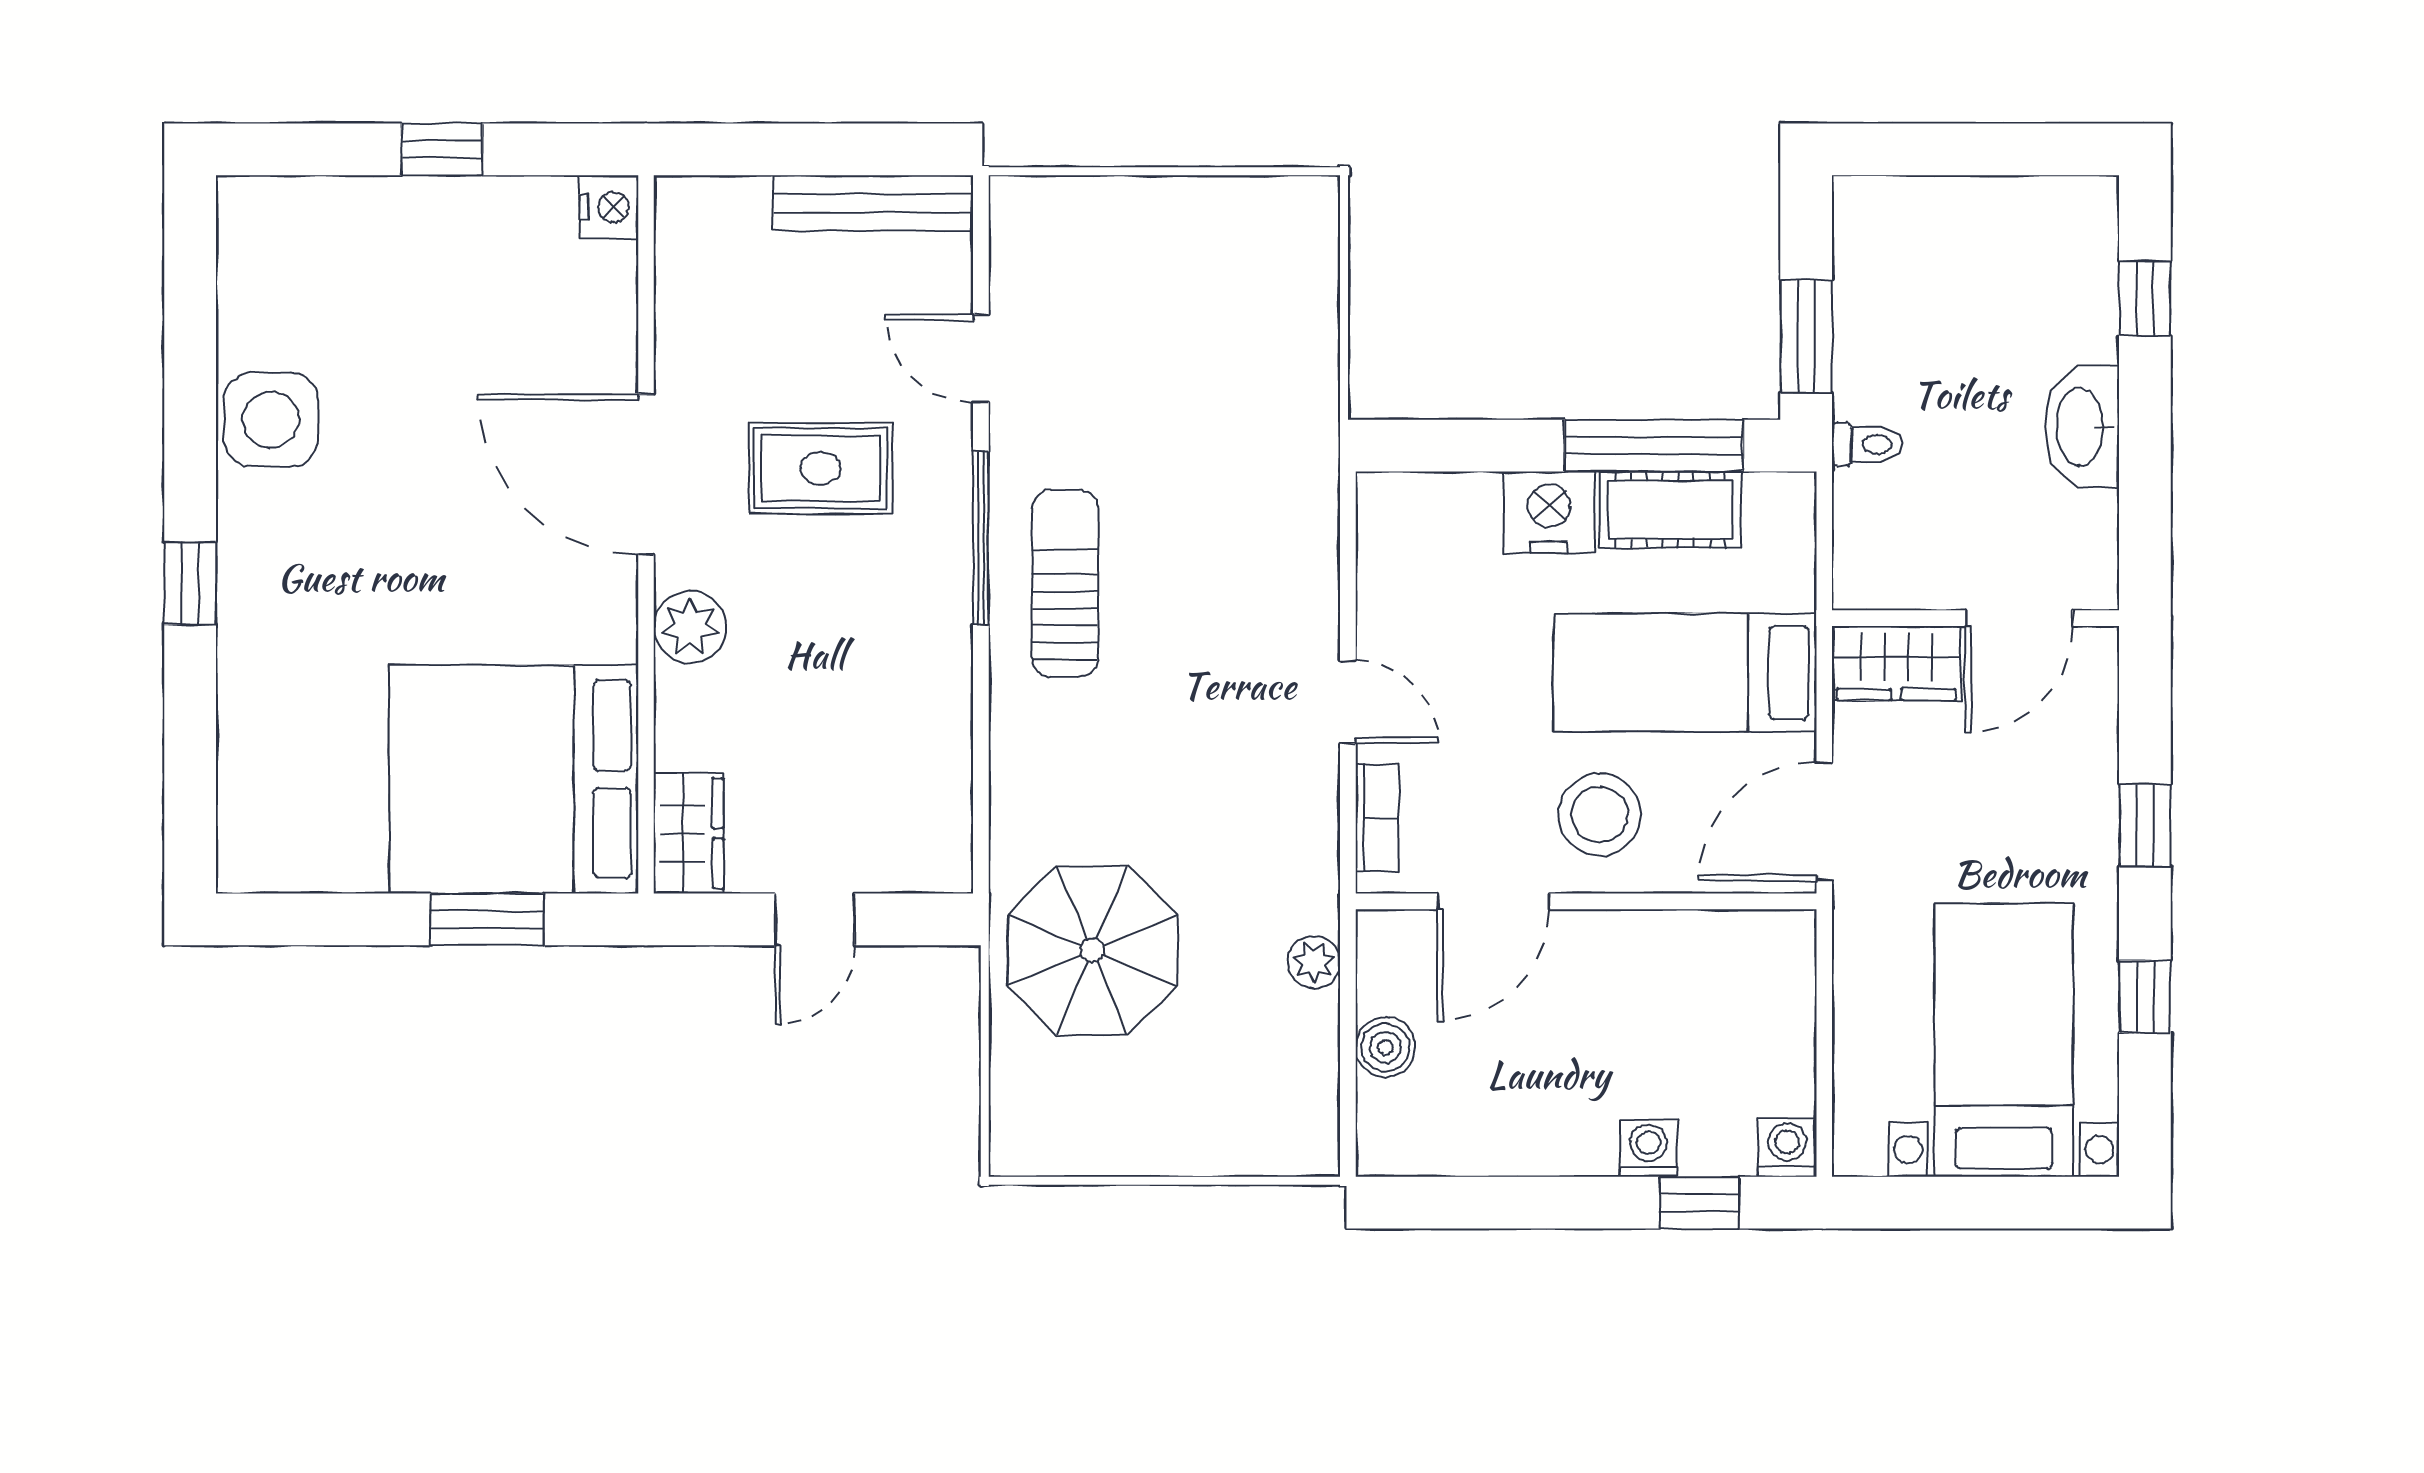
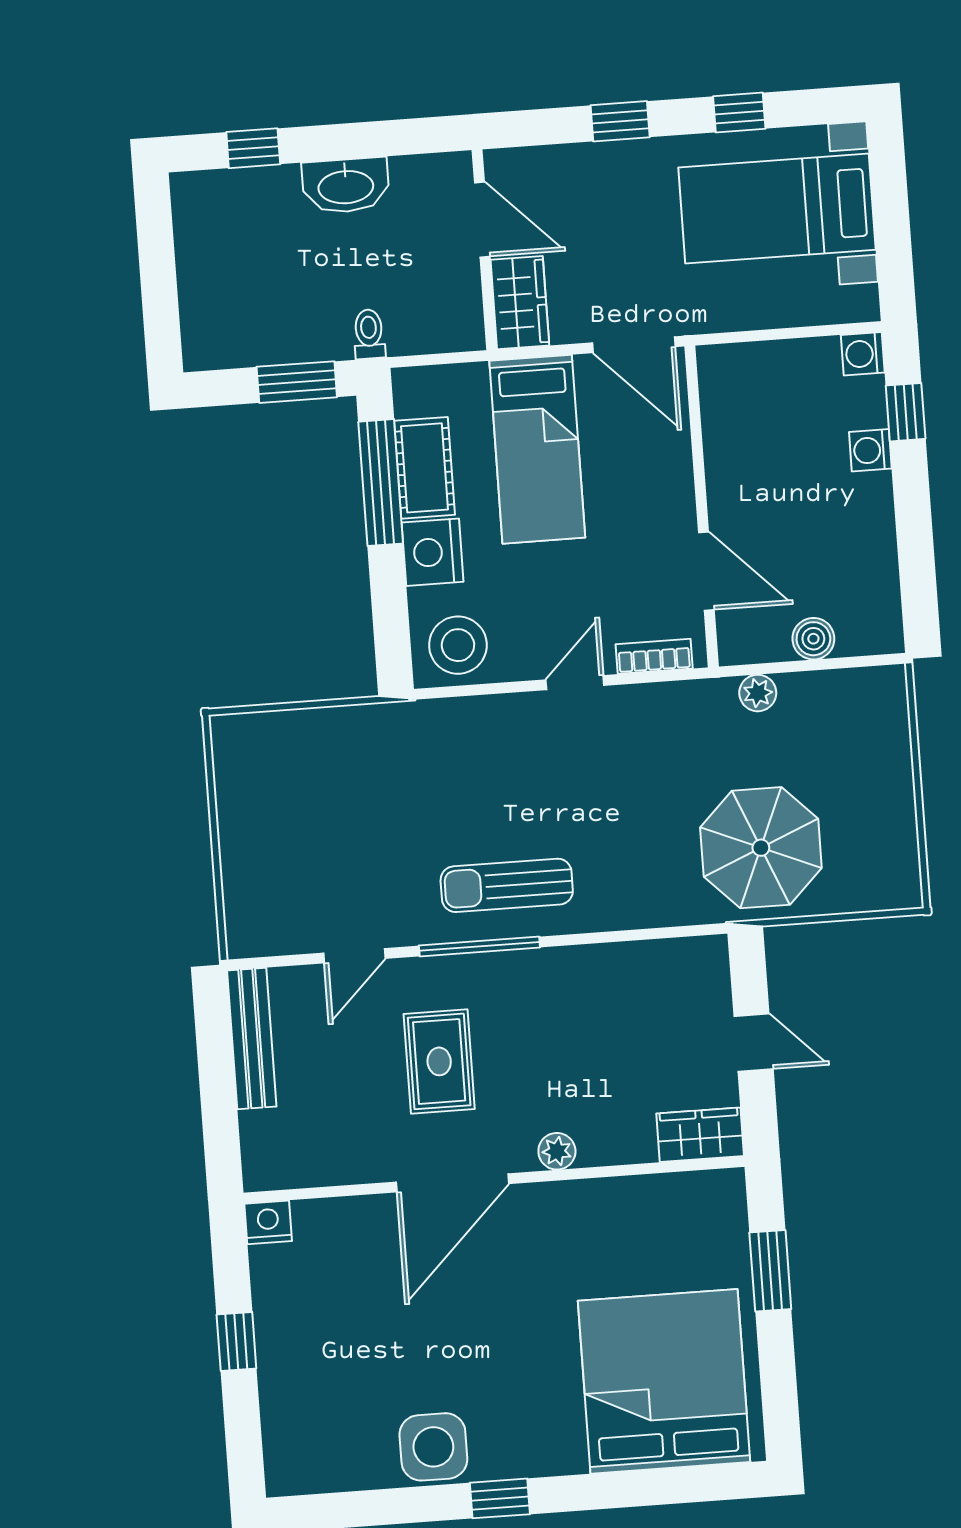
window: (190, 583) -> (500, 1498), moved
plant: (690, 627) -> (557, 1151), width x0.73, depth x0.73
bed: (514, 779) -> (664, 1381), moved, turned 180
stool: (1600, 814) -> (458, 645), moved

